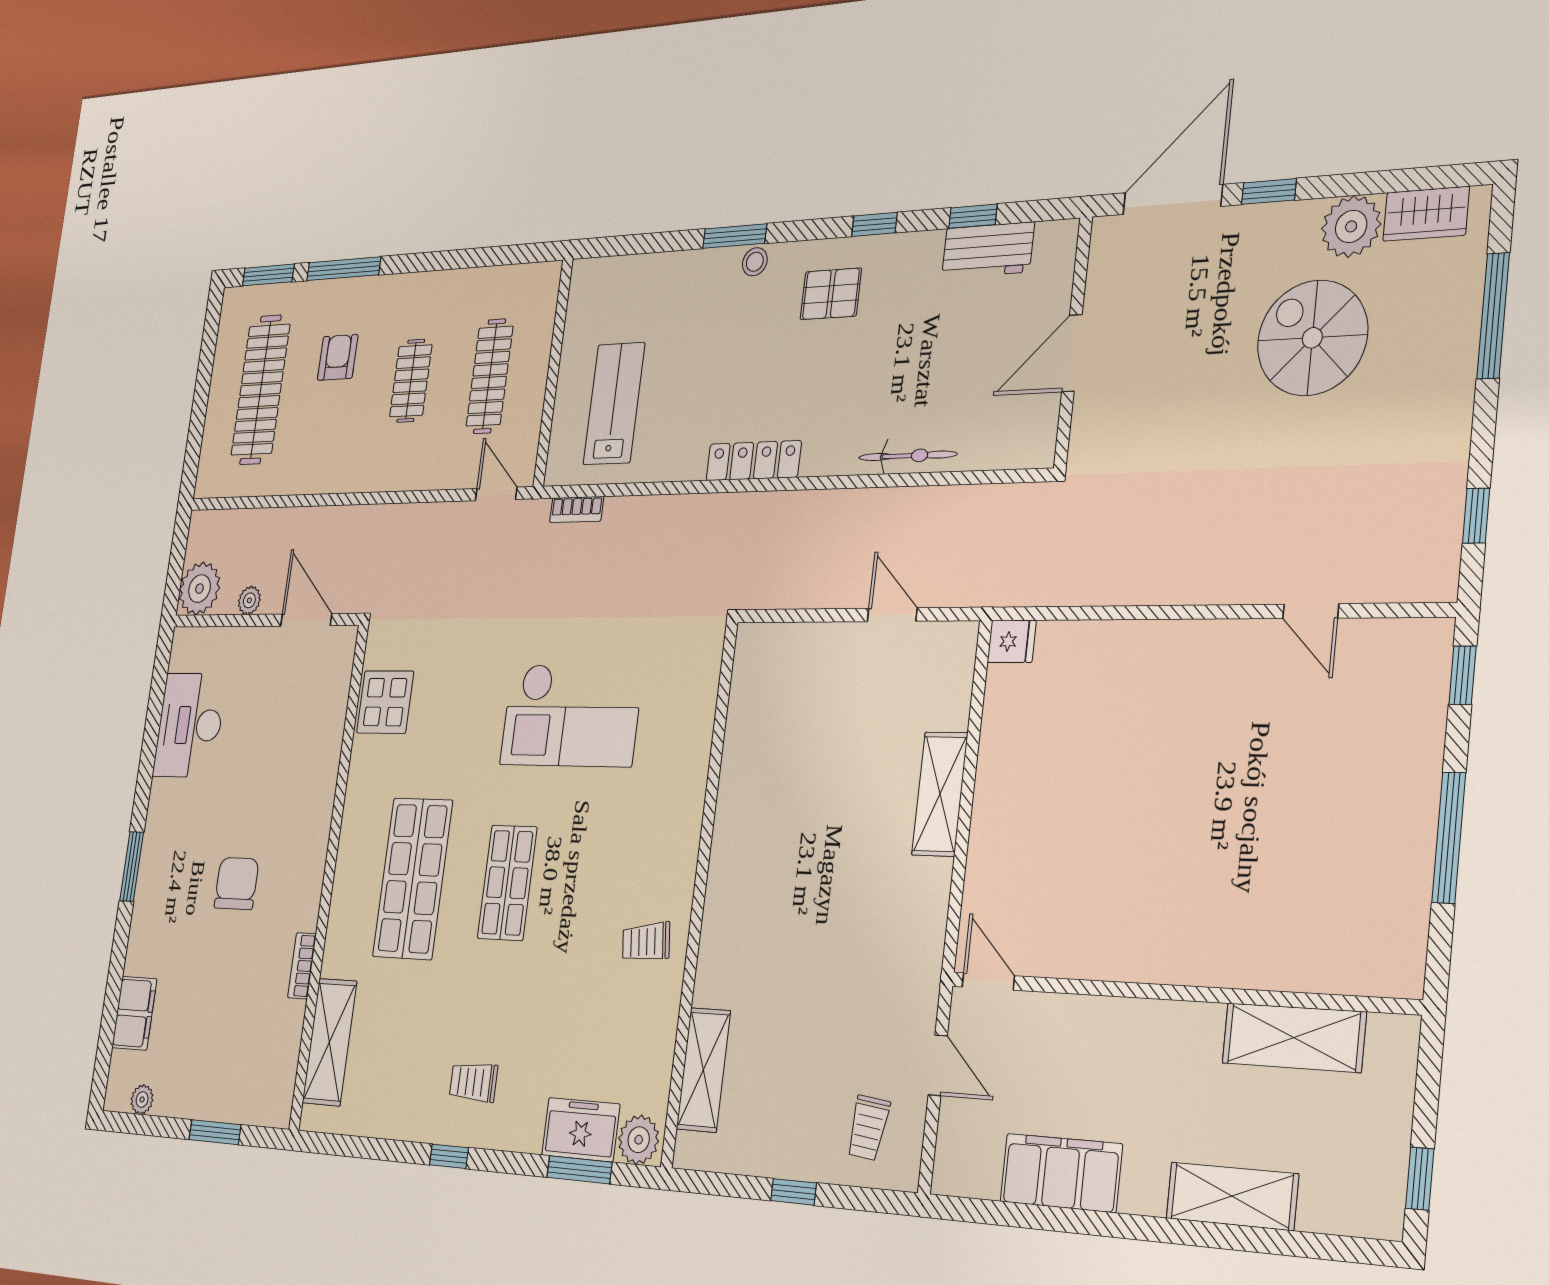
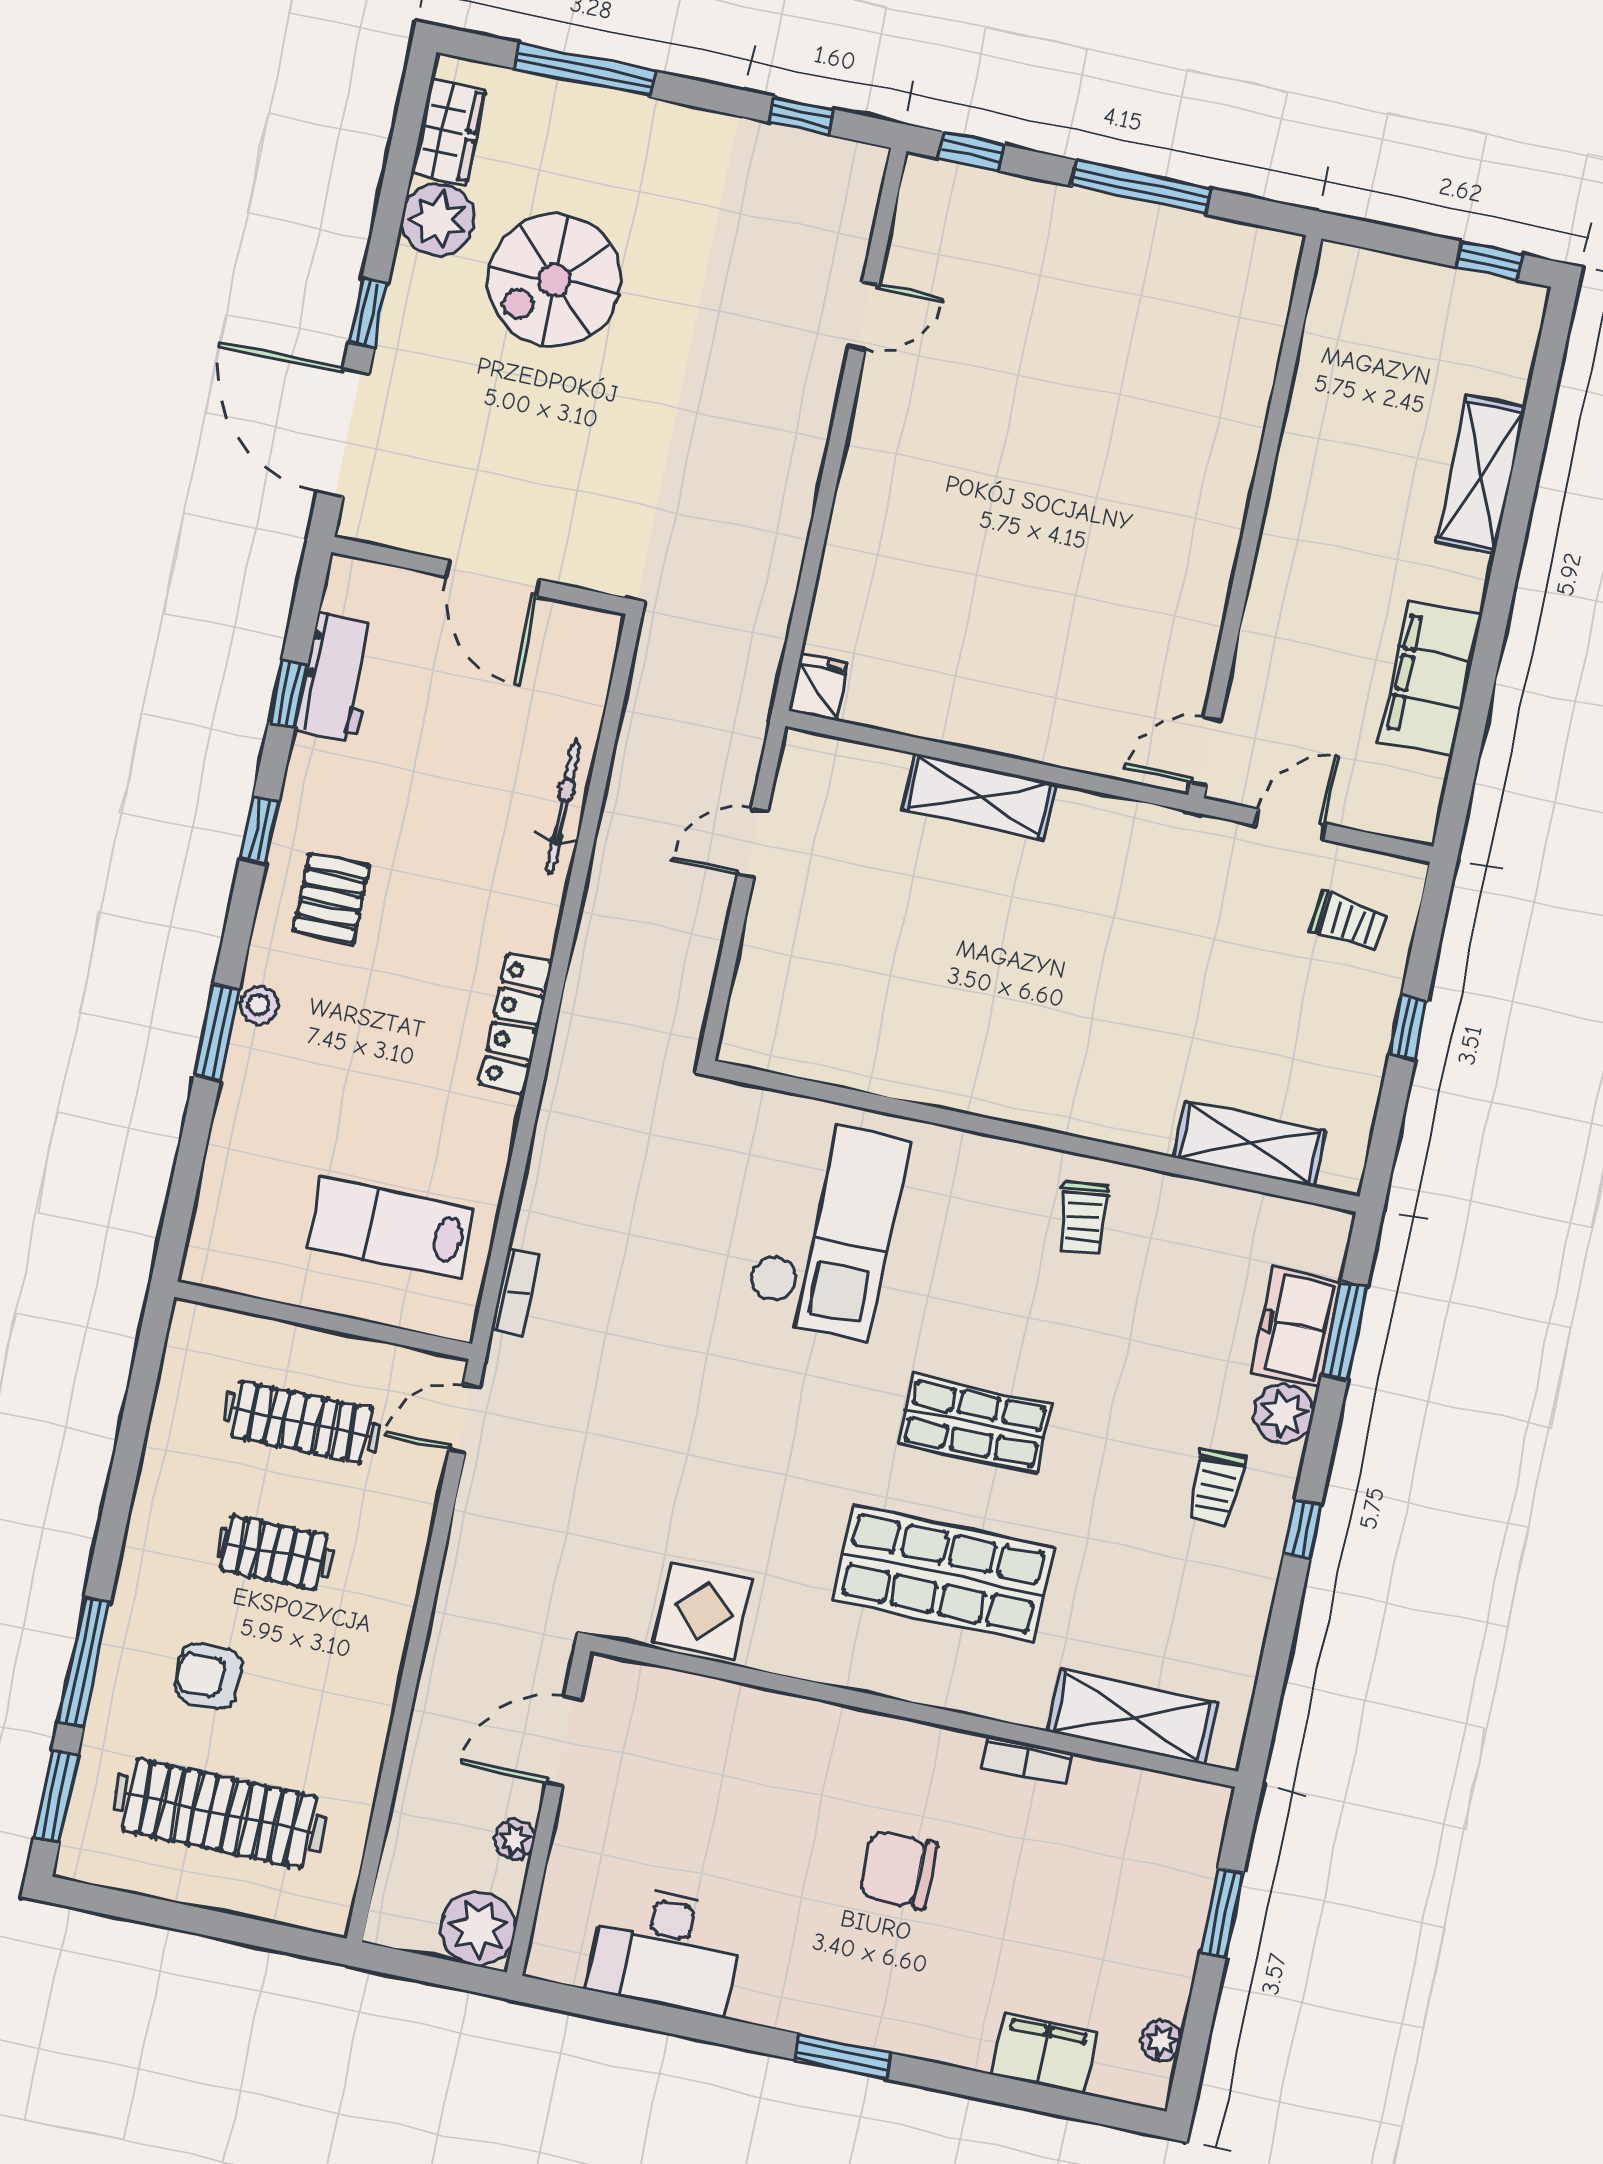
checkout: (571, 715) -> (826, 1228), moved
shelving: (1294, 1038) -> (1323, 386), removed
plant: (639, 1140) -> (1284, 1413), moved

